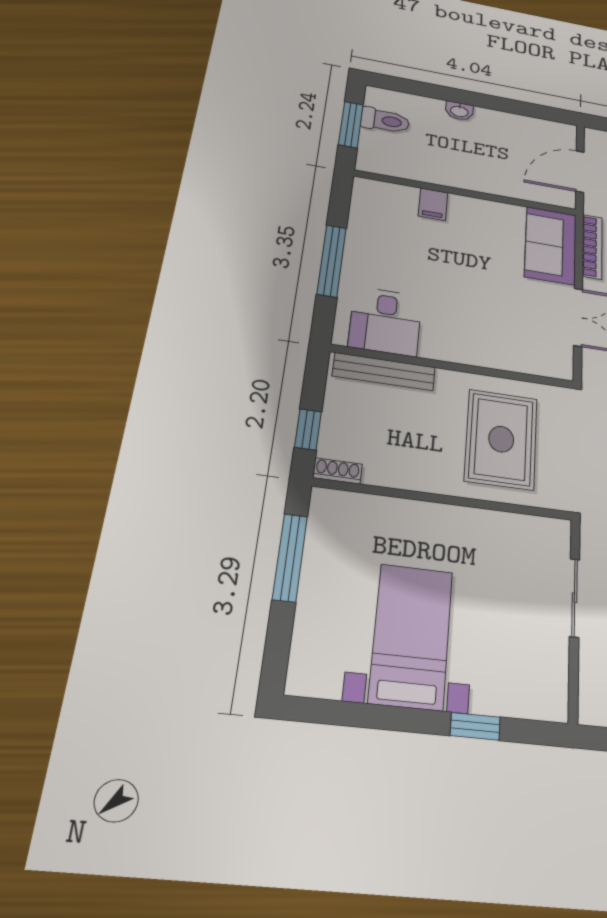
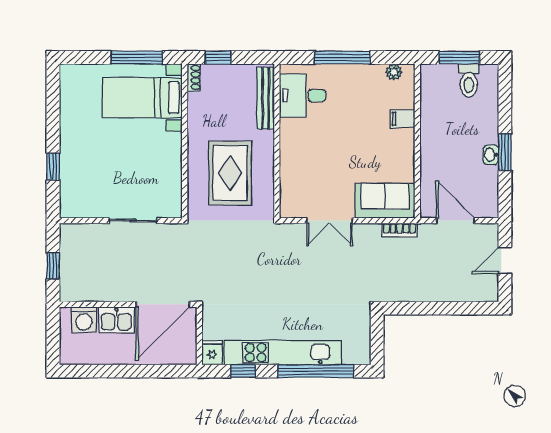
window: (489, 102) -> (505, 152), added
washbasin: (459, 111) -> (491, 155), moved
plant: (362, 202) -> (394, 72), added
bookcase: (592, 247) -> (400, 230), width x0.64
rug: (501, 439) -> (230, 173), turned 90
bed with nightstands: (411, 636) -> (142, 98), moved, turned 180

